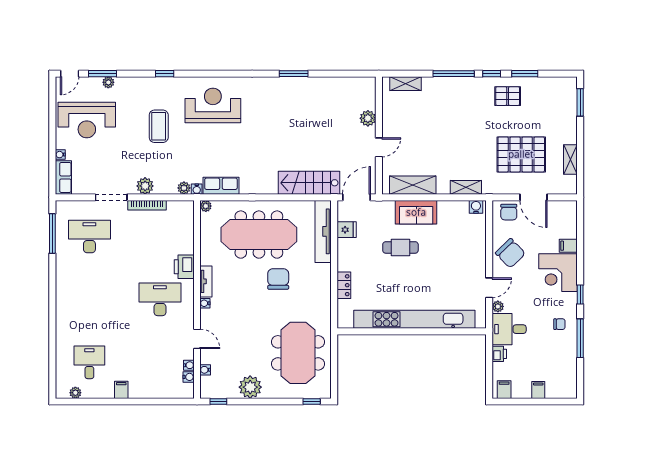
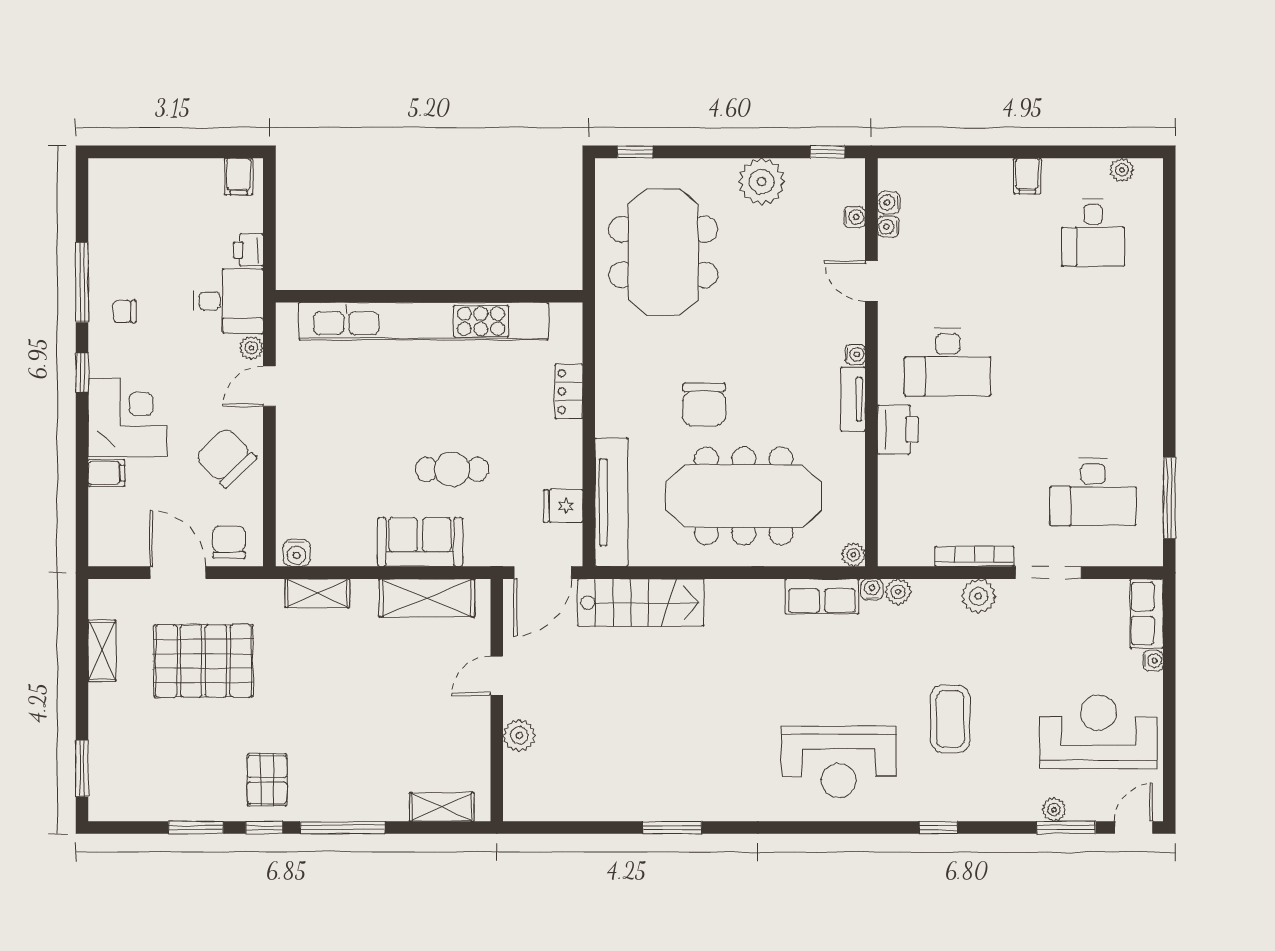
pallet: (508, 96) -> (267, 780), moved, turned 90
filing cabinet: (538, 390) -> (168, 176), removed

